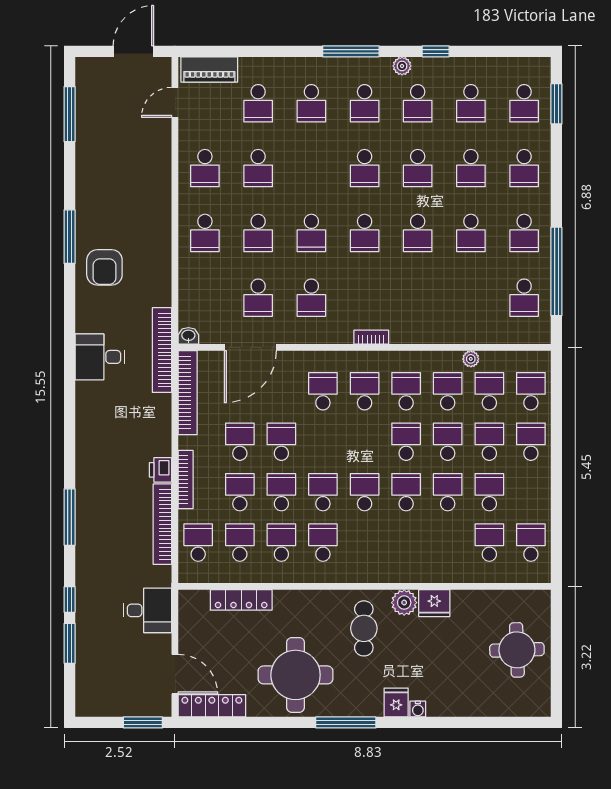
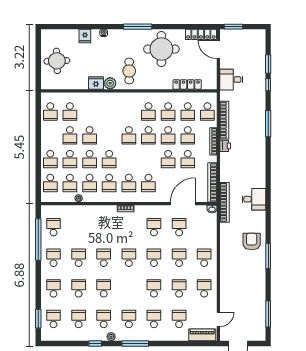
school desk: (365, 168) -> (154, 288), moved
school desk: (406, 492) -> (109, 135), removed
fridge: (396, 703) -> (85, 36), moved

